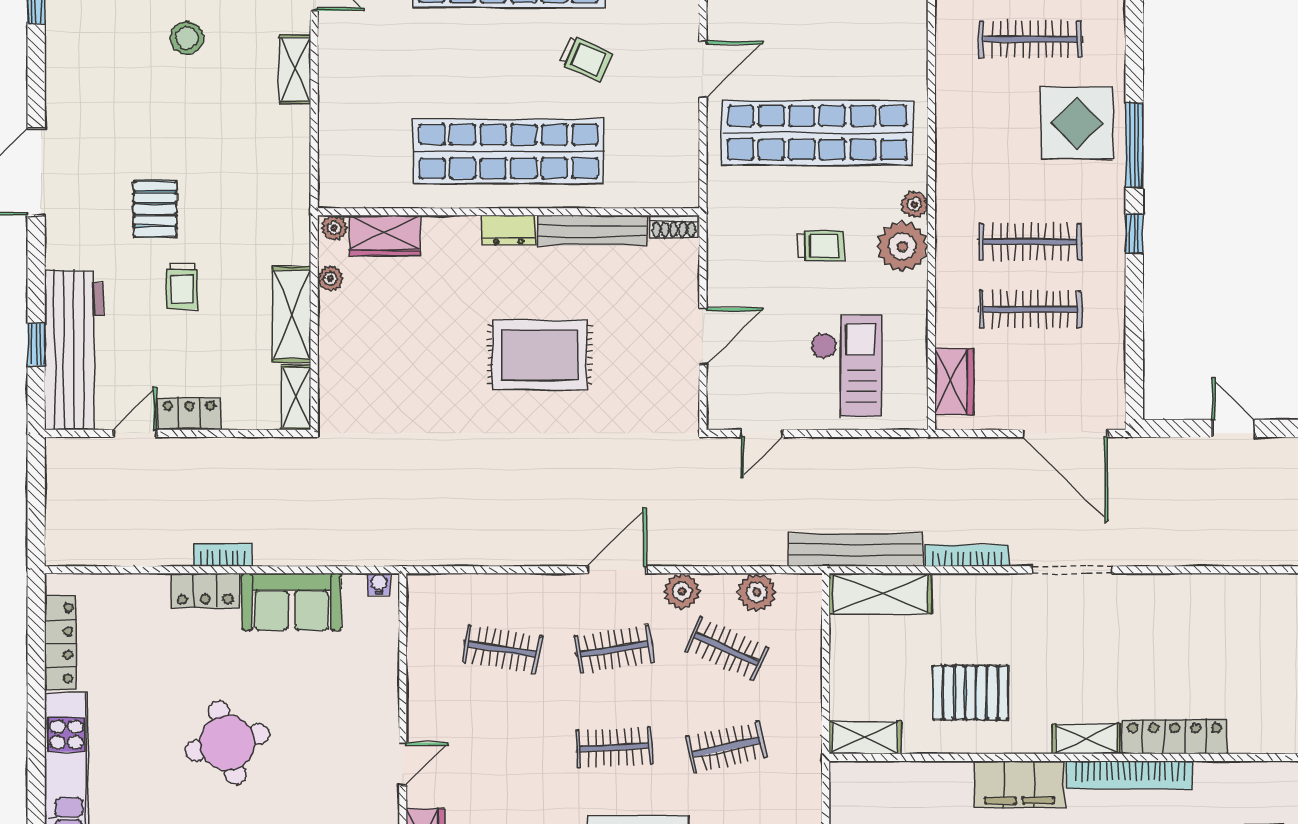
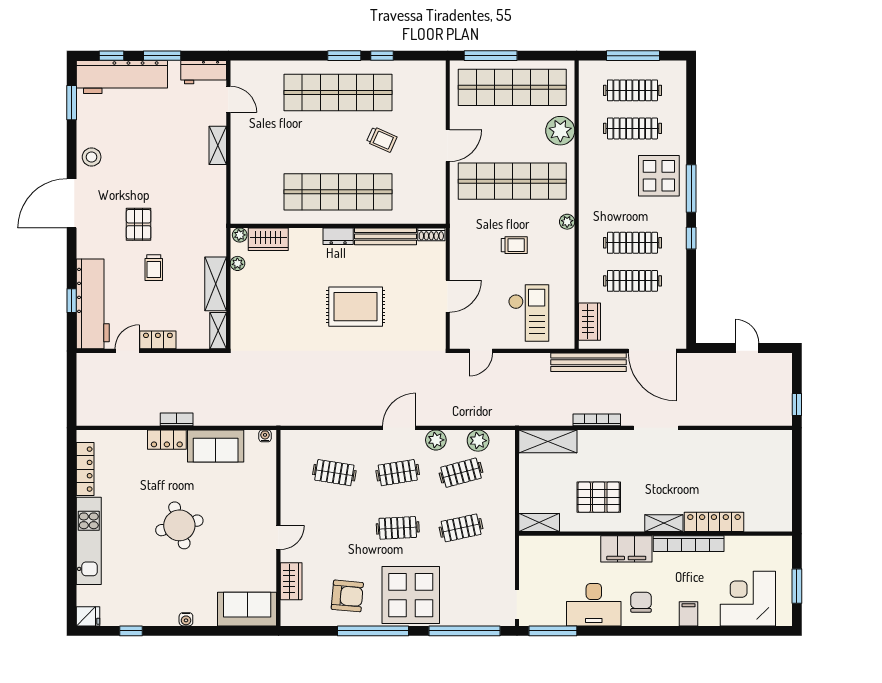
stool: (187, 38) -> (92, 157), moved
plant: (902, 246) -> (560, 131), moved
bench: (856, 550) -> (589, 362), moved
clothes rail: (726, 649) -> (461, 473), turned -39

